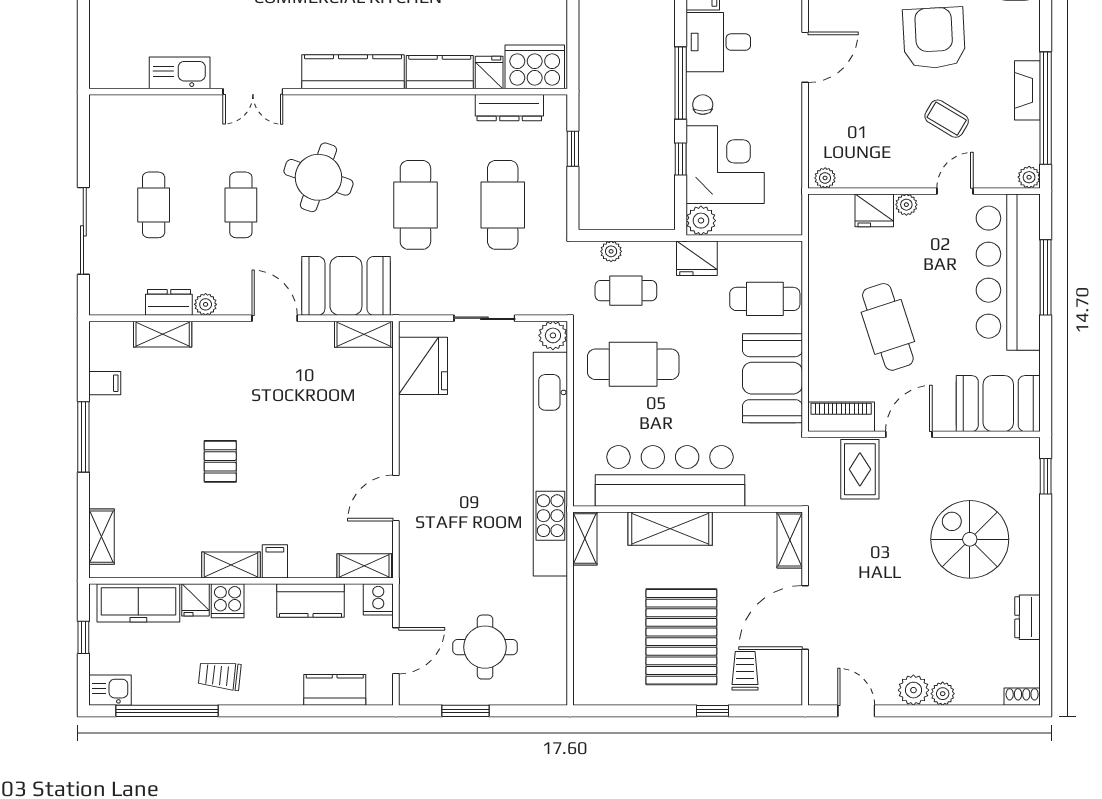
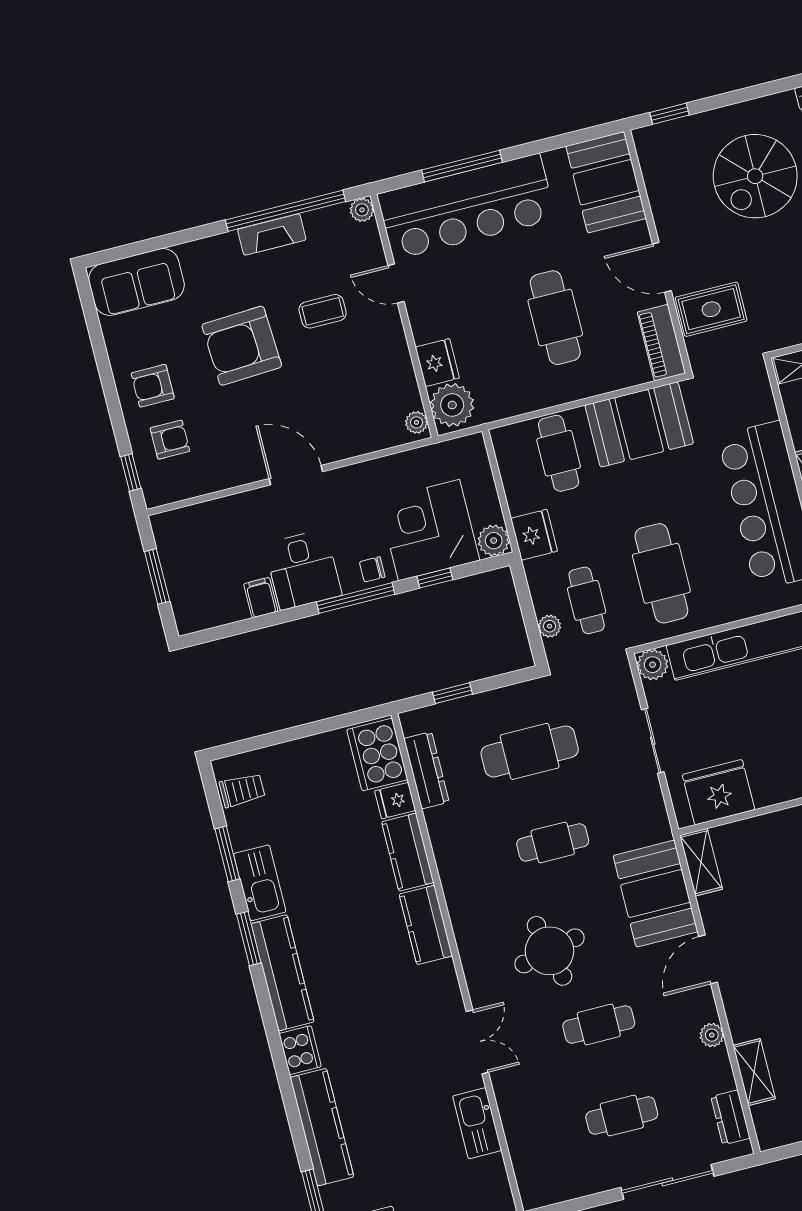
kitchen counter: (353, 72) -> (426, 925), width x0.67
coffee table: (947, 119) -> (323, 311), turned 59
round table: (318, 177) -> (550, 951), turned -32
cafe table: (415, 205) -> (553, 842), width x0.73, depth x0.74
plant: (906, 205) -> (452, 405), moved, width x1.88, depth x1.88
dresser: (169, 302) -> (730, 1117), moved
cafe table: (888, 327) -> (555, 318), turned -72

